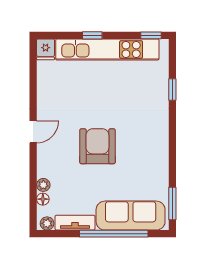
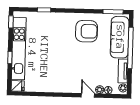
door: (33, 132) -> (88, 95), moved
armchair: (97, 146) -> (87, 31), moved, turned 180

